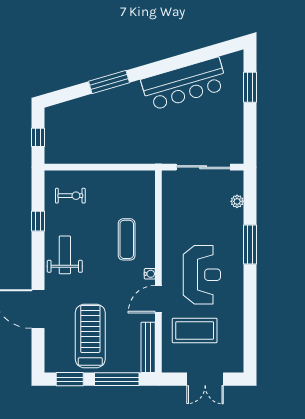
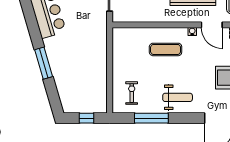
window: (38, 221) -> (151, 118), width x2.17
weight bench: (65, 255) -> (178, 97), turned 180

